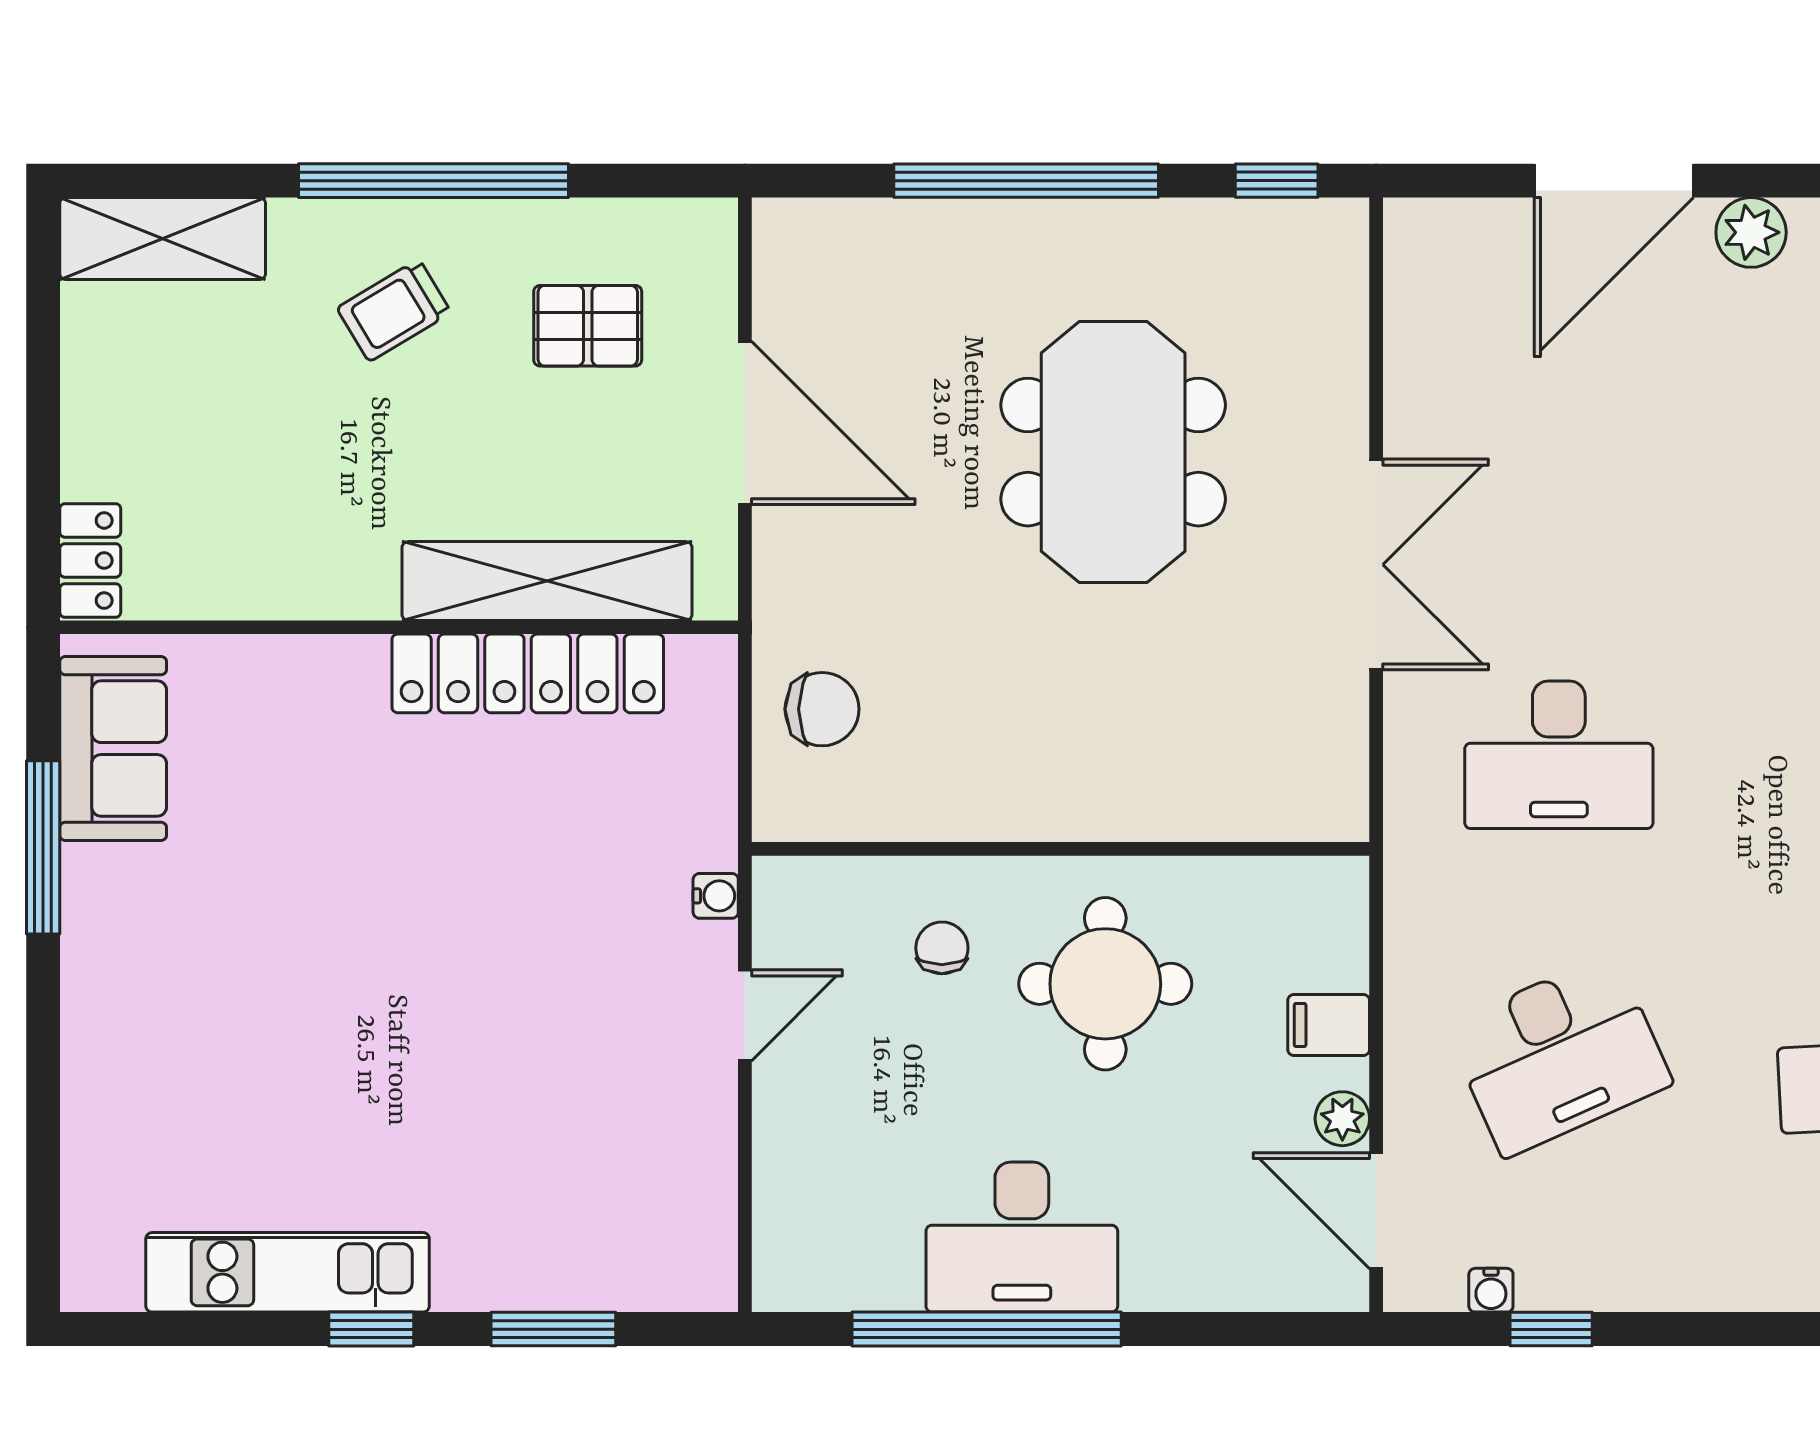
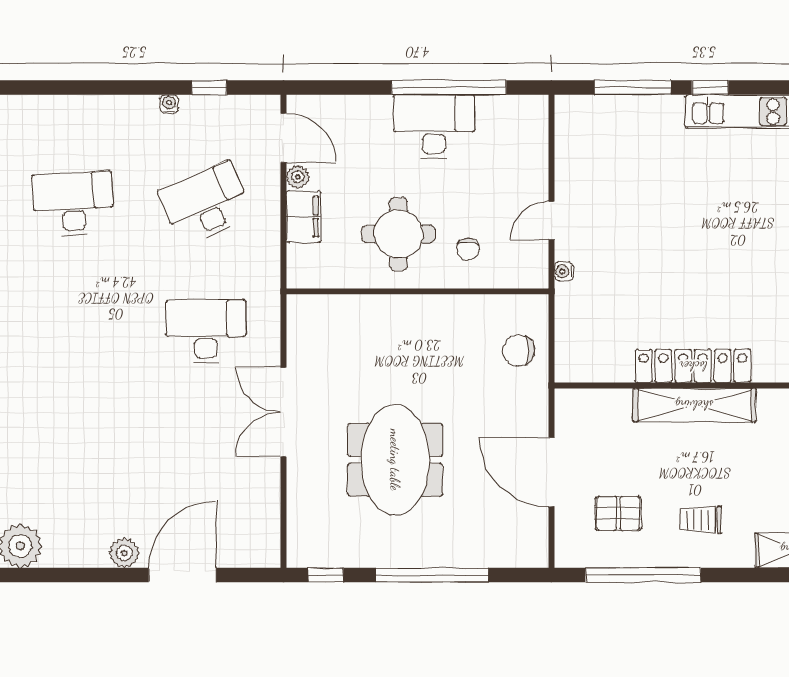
window: (434, 181) -> (643, 575), moved
trolley: (394, 310) -> (700, 520), turned -149
shelving: (547, 581) -> (694, 405), moved
locker: (528, 673) -> (693, 366), moved
filing cabinet: (1329, 1025) -> (304, 217), width x2.00
water cooler: (1491, 1290) -> (169, 104), moved
window: (553, 1329) -> (633, 88), width x1.44

